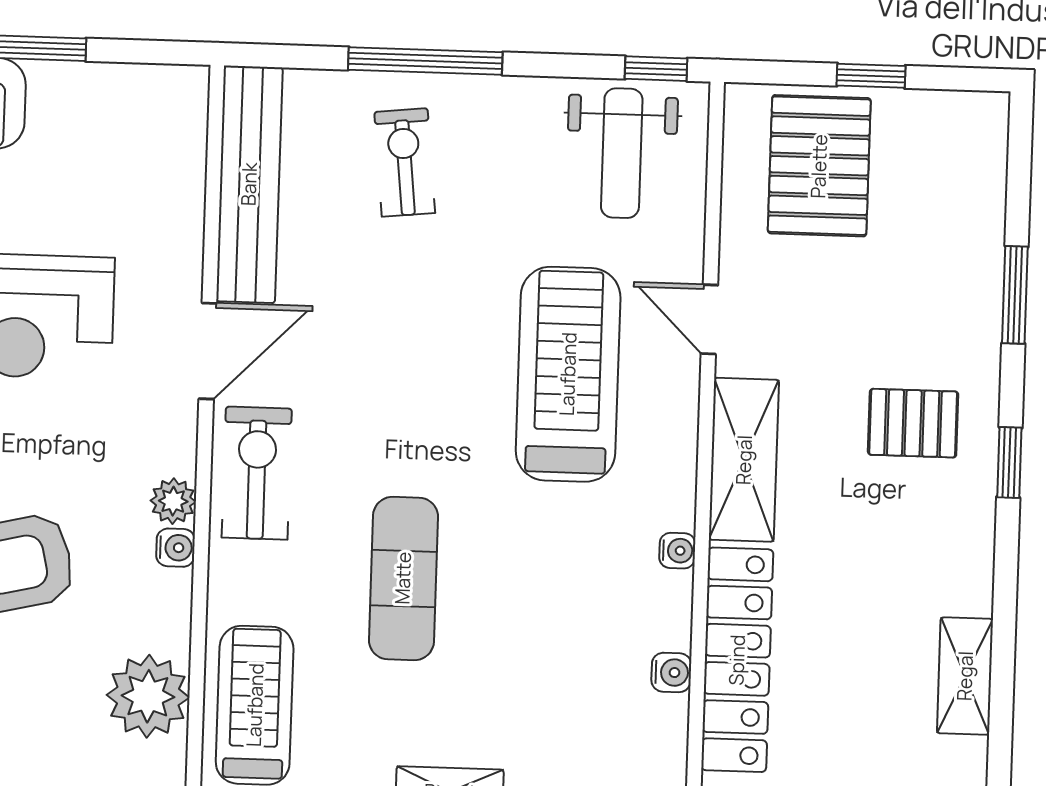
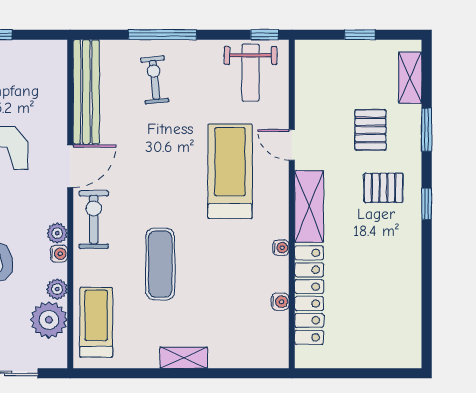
pallet: (819, 166) -> (370, 130), moved, width x0.67, depth x0.71
plant: (169, 627) -> (57, 289), added
shelving: (965, 676) -> (410, 78), moved

